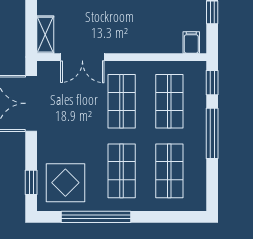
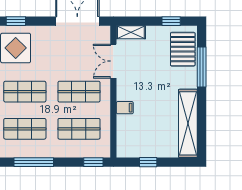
filing cabinet: (191, 42) -> (125, 108), moved
window: (212, 133) -> (34, 162), moved

